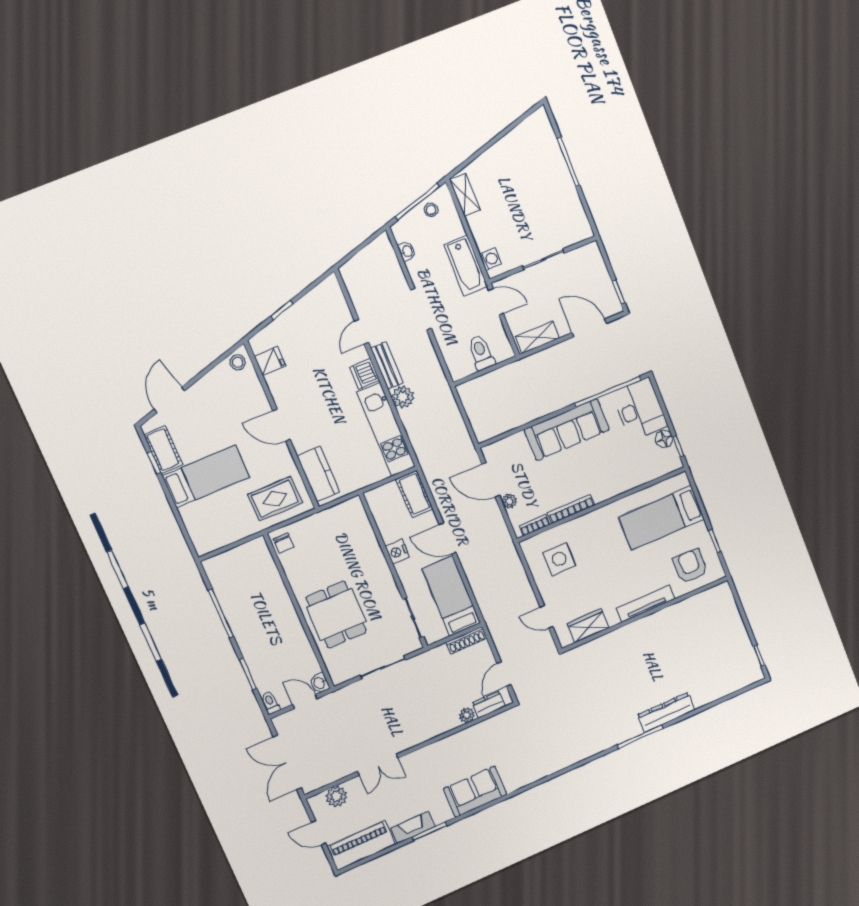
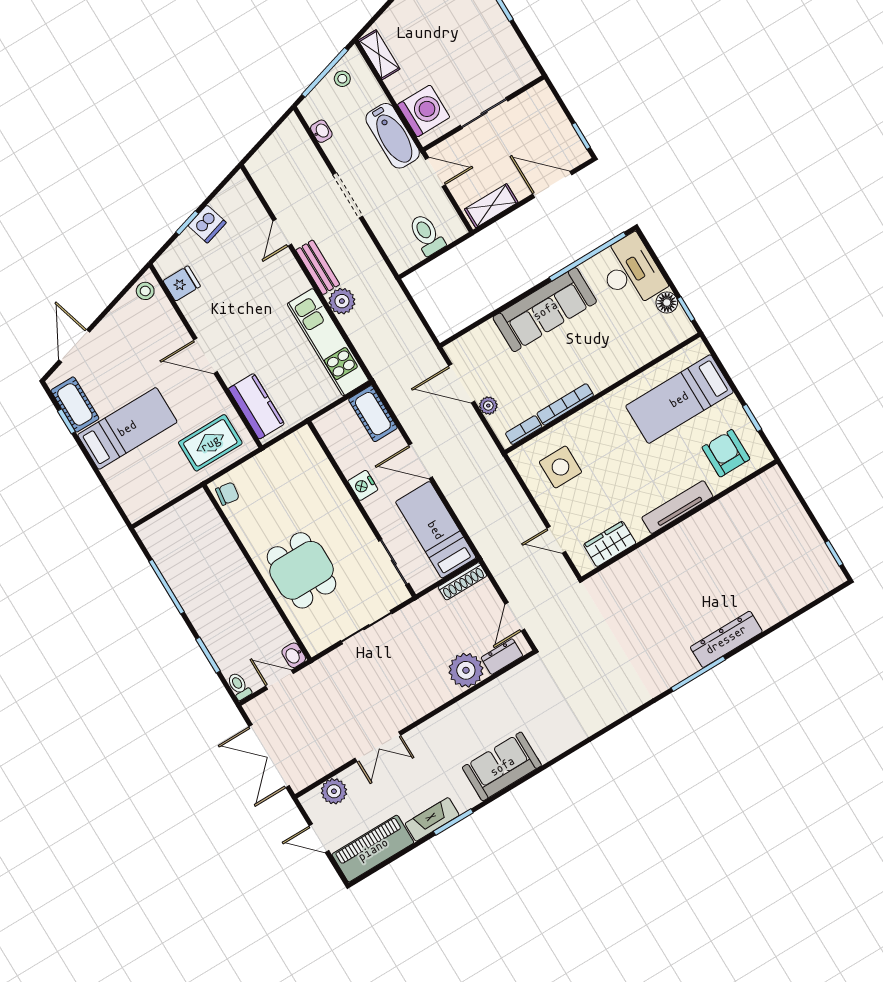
washing machine: (490, 259) -> (424, 111), width x1.89, depth x1.89
dishwasher: (365, 374) -> (207, 224), moved, turned -106
chair: (283, 543) -> (227, 494), turned -82
plant: (467, 715) -> (466, 670), width x1.87, depth x1.87

